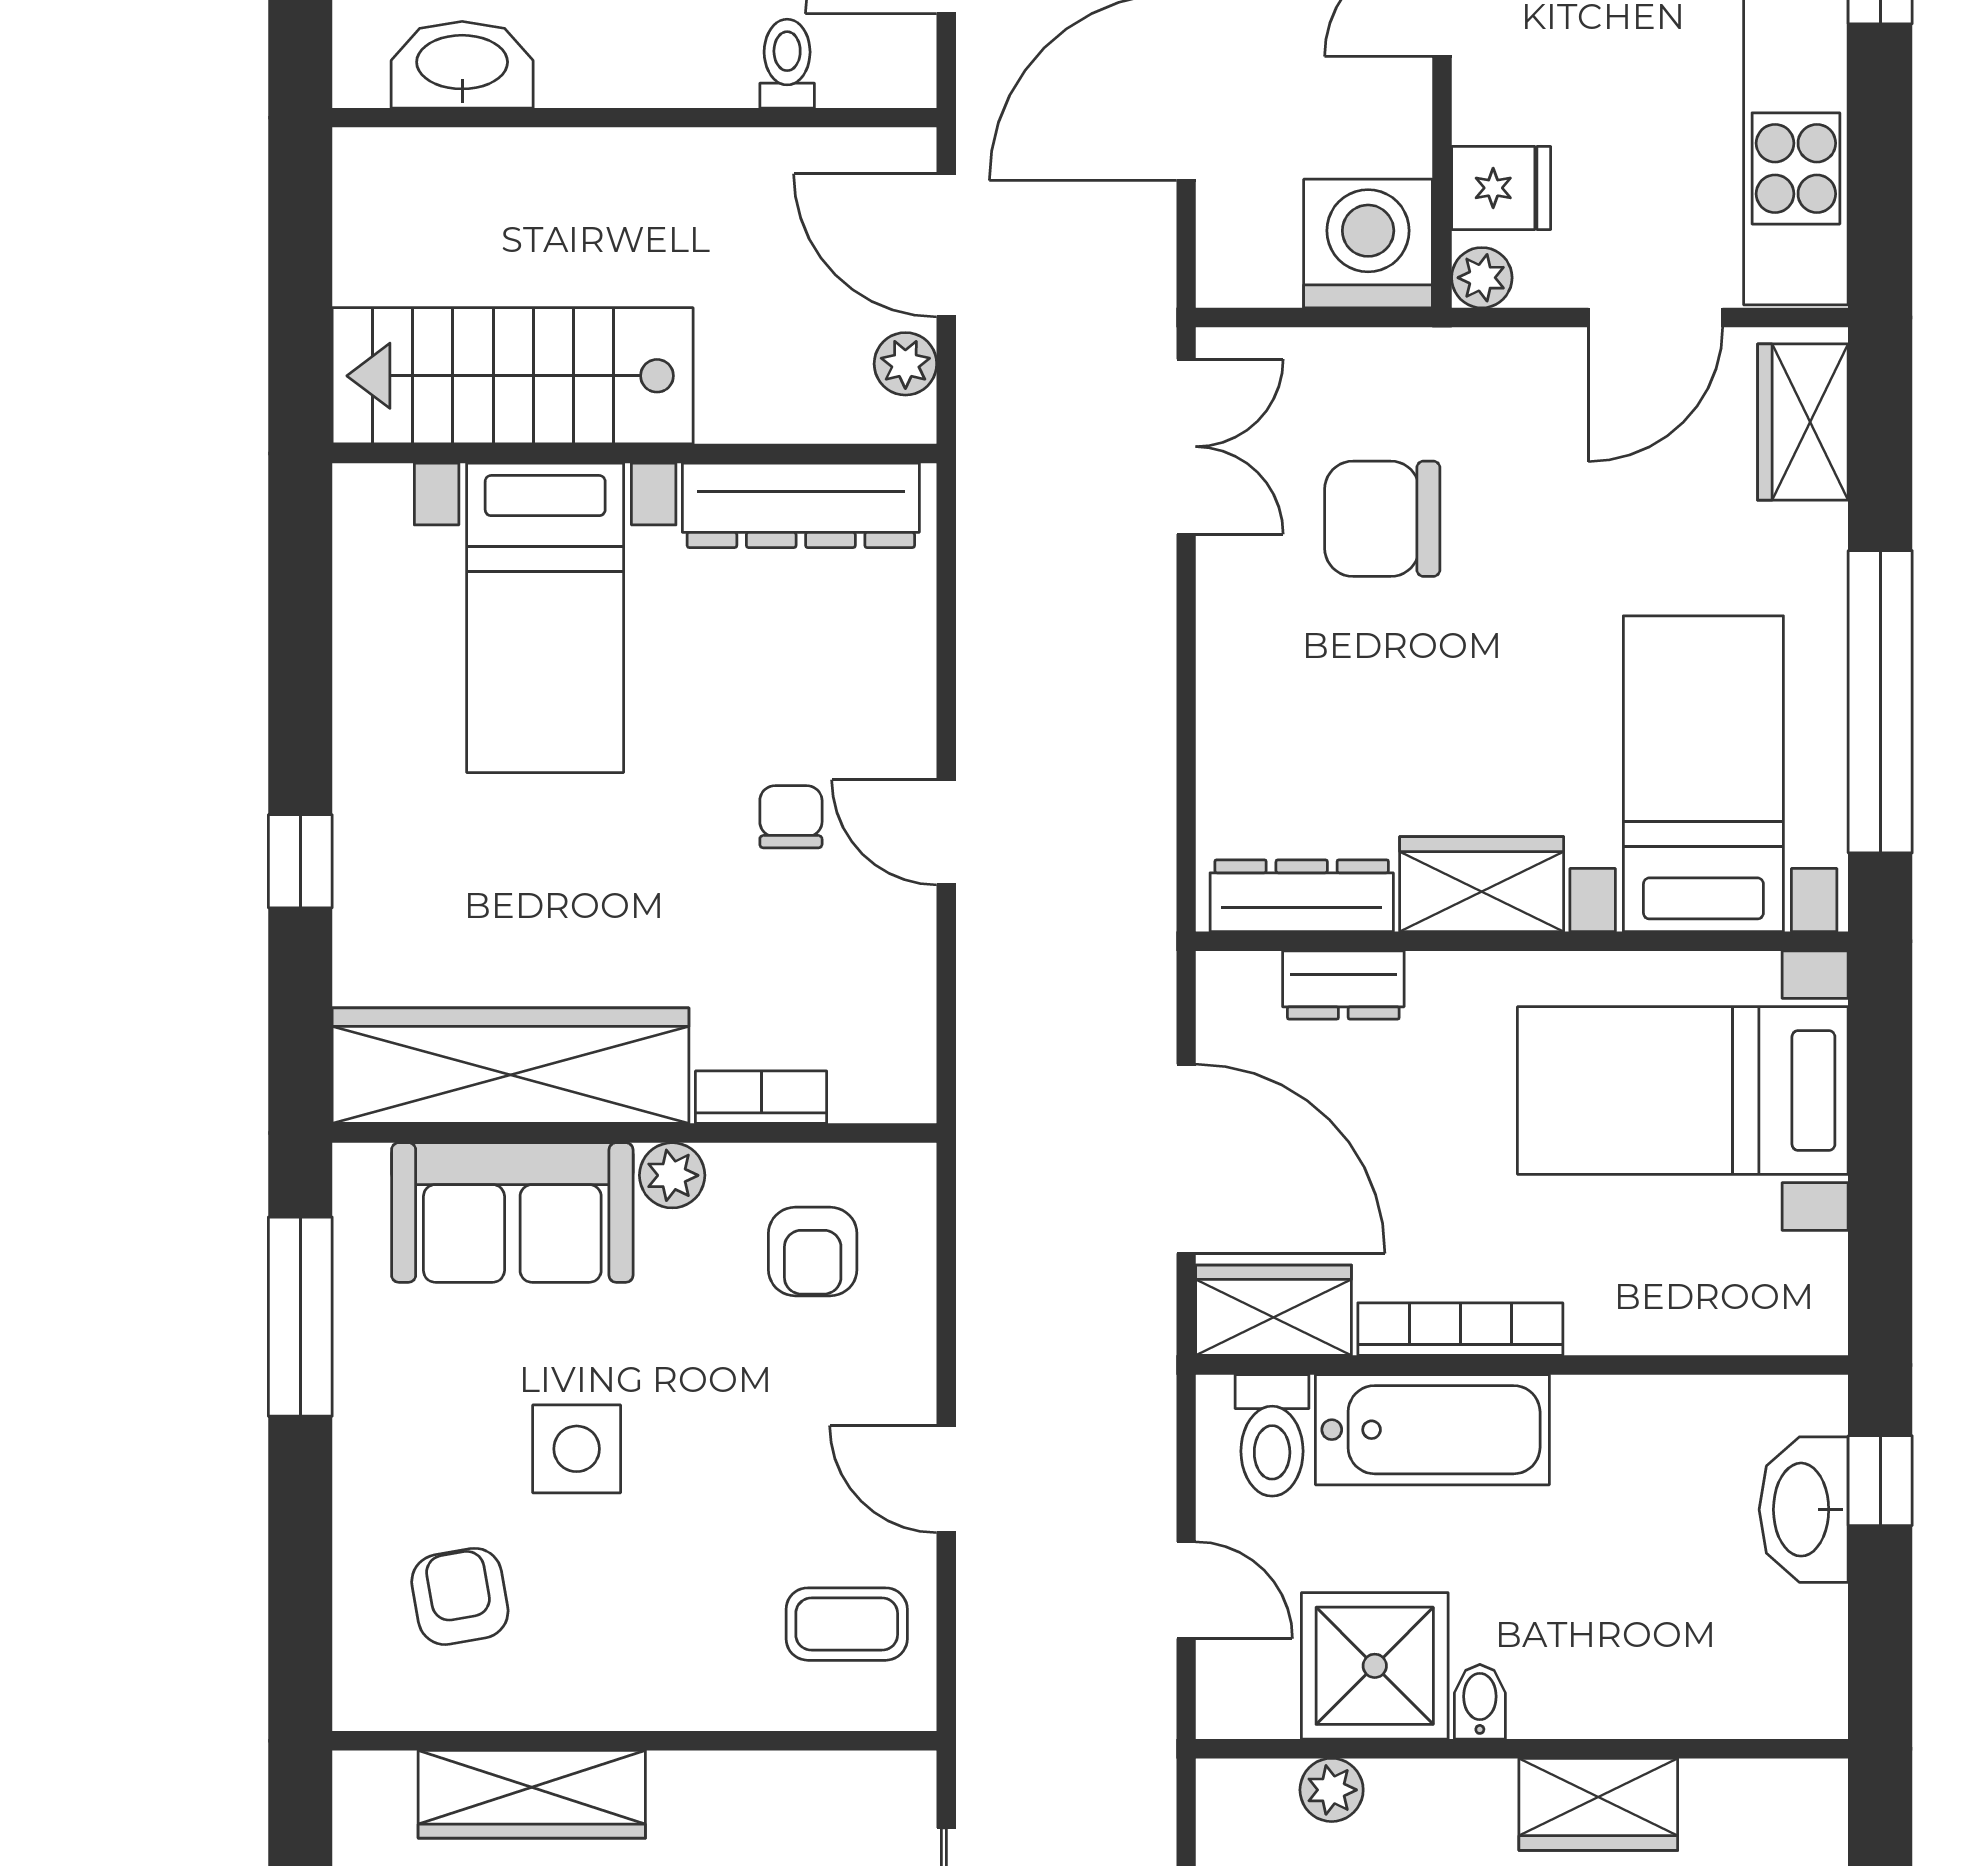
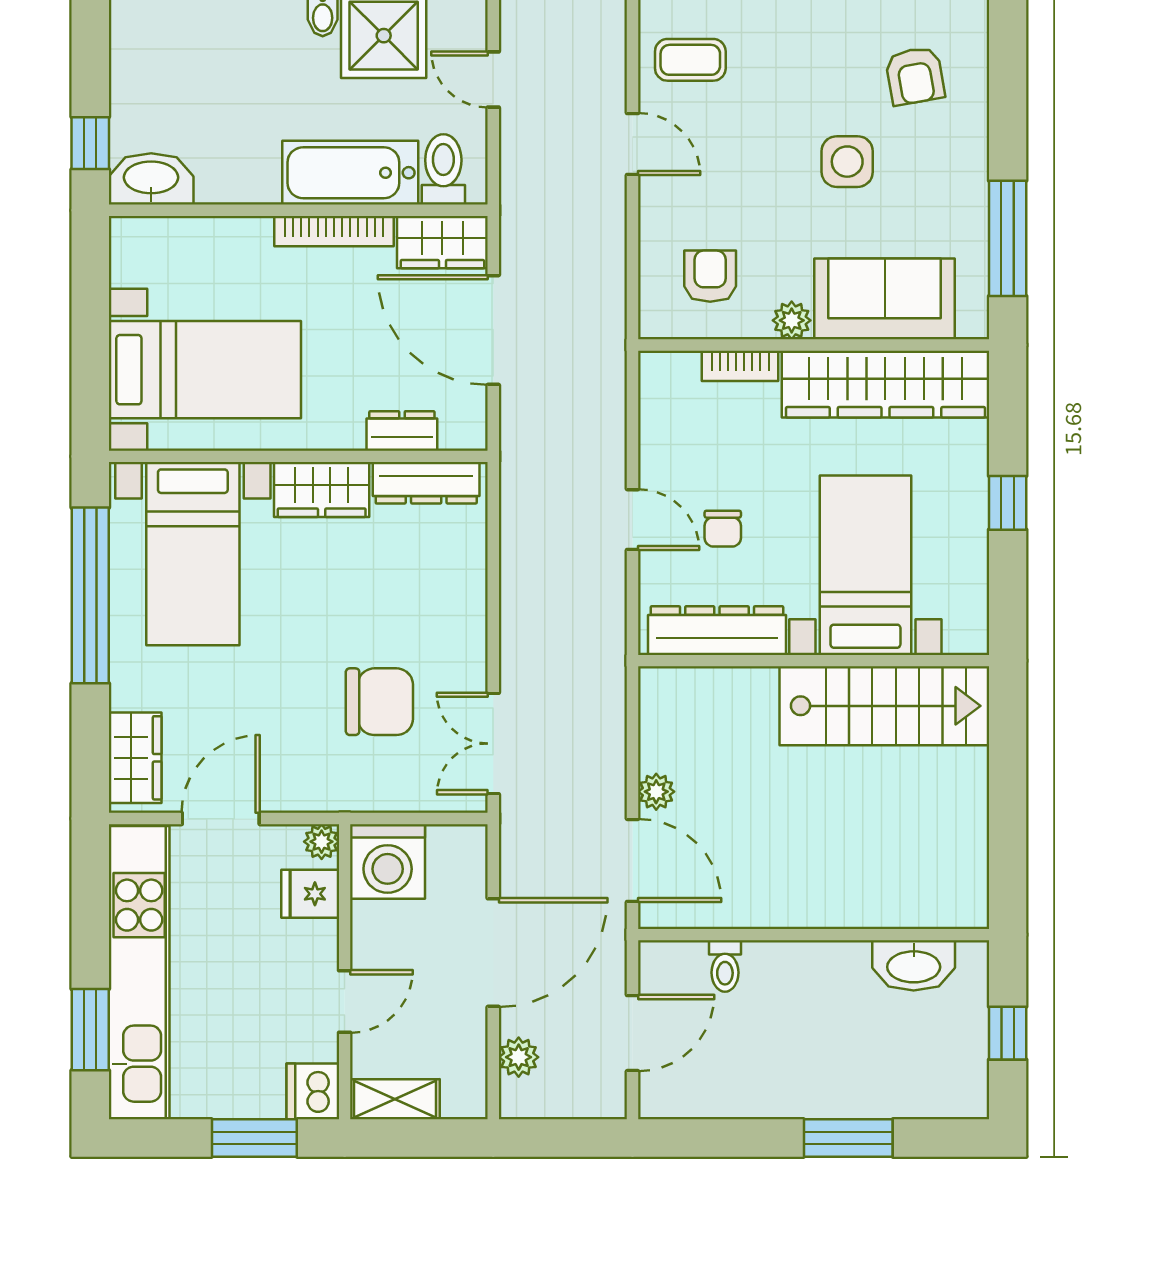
stairs: (513, 376) -> (884, 706), moved
wall: (634, 453) -> (814, 661), moved
dresser: (801, 505) -> (717, 631), moved
bed with nightstands: (545, 618) -> (865, 565), moved
washbasin: (1804, 1510) -> (151, 179), moved, turned -90

